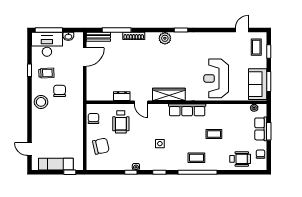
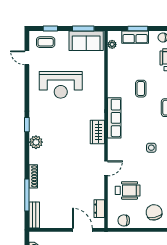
door: (85, 57) -> (82, 230), moved
reception desk: (216, 78) -> (61, 85), moved
wardrobe: (169, 94) -> (97, 132), width x0.67
dresser: (122, 96) -> (99, 209), moved

